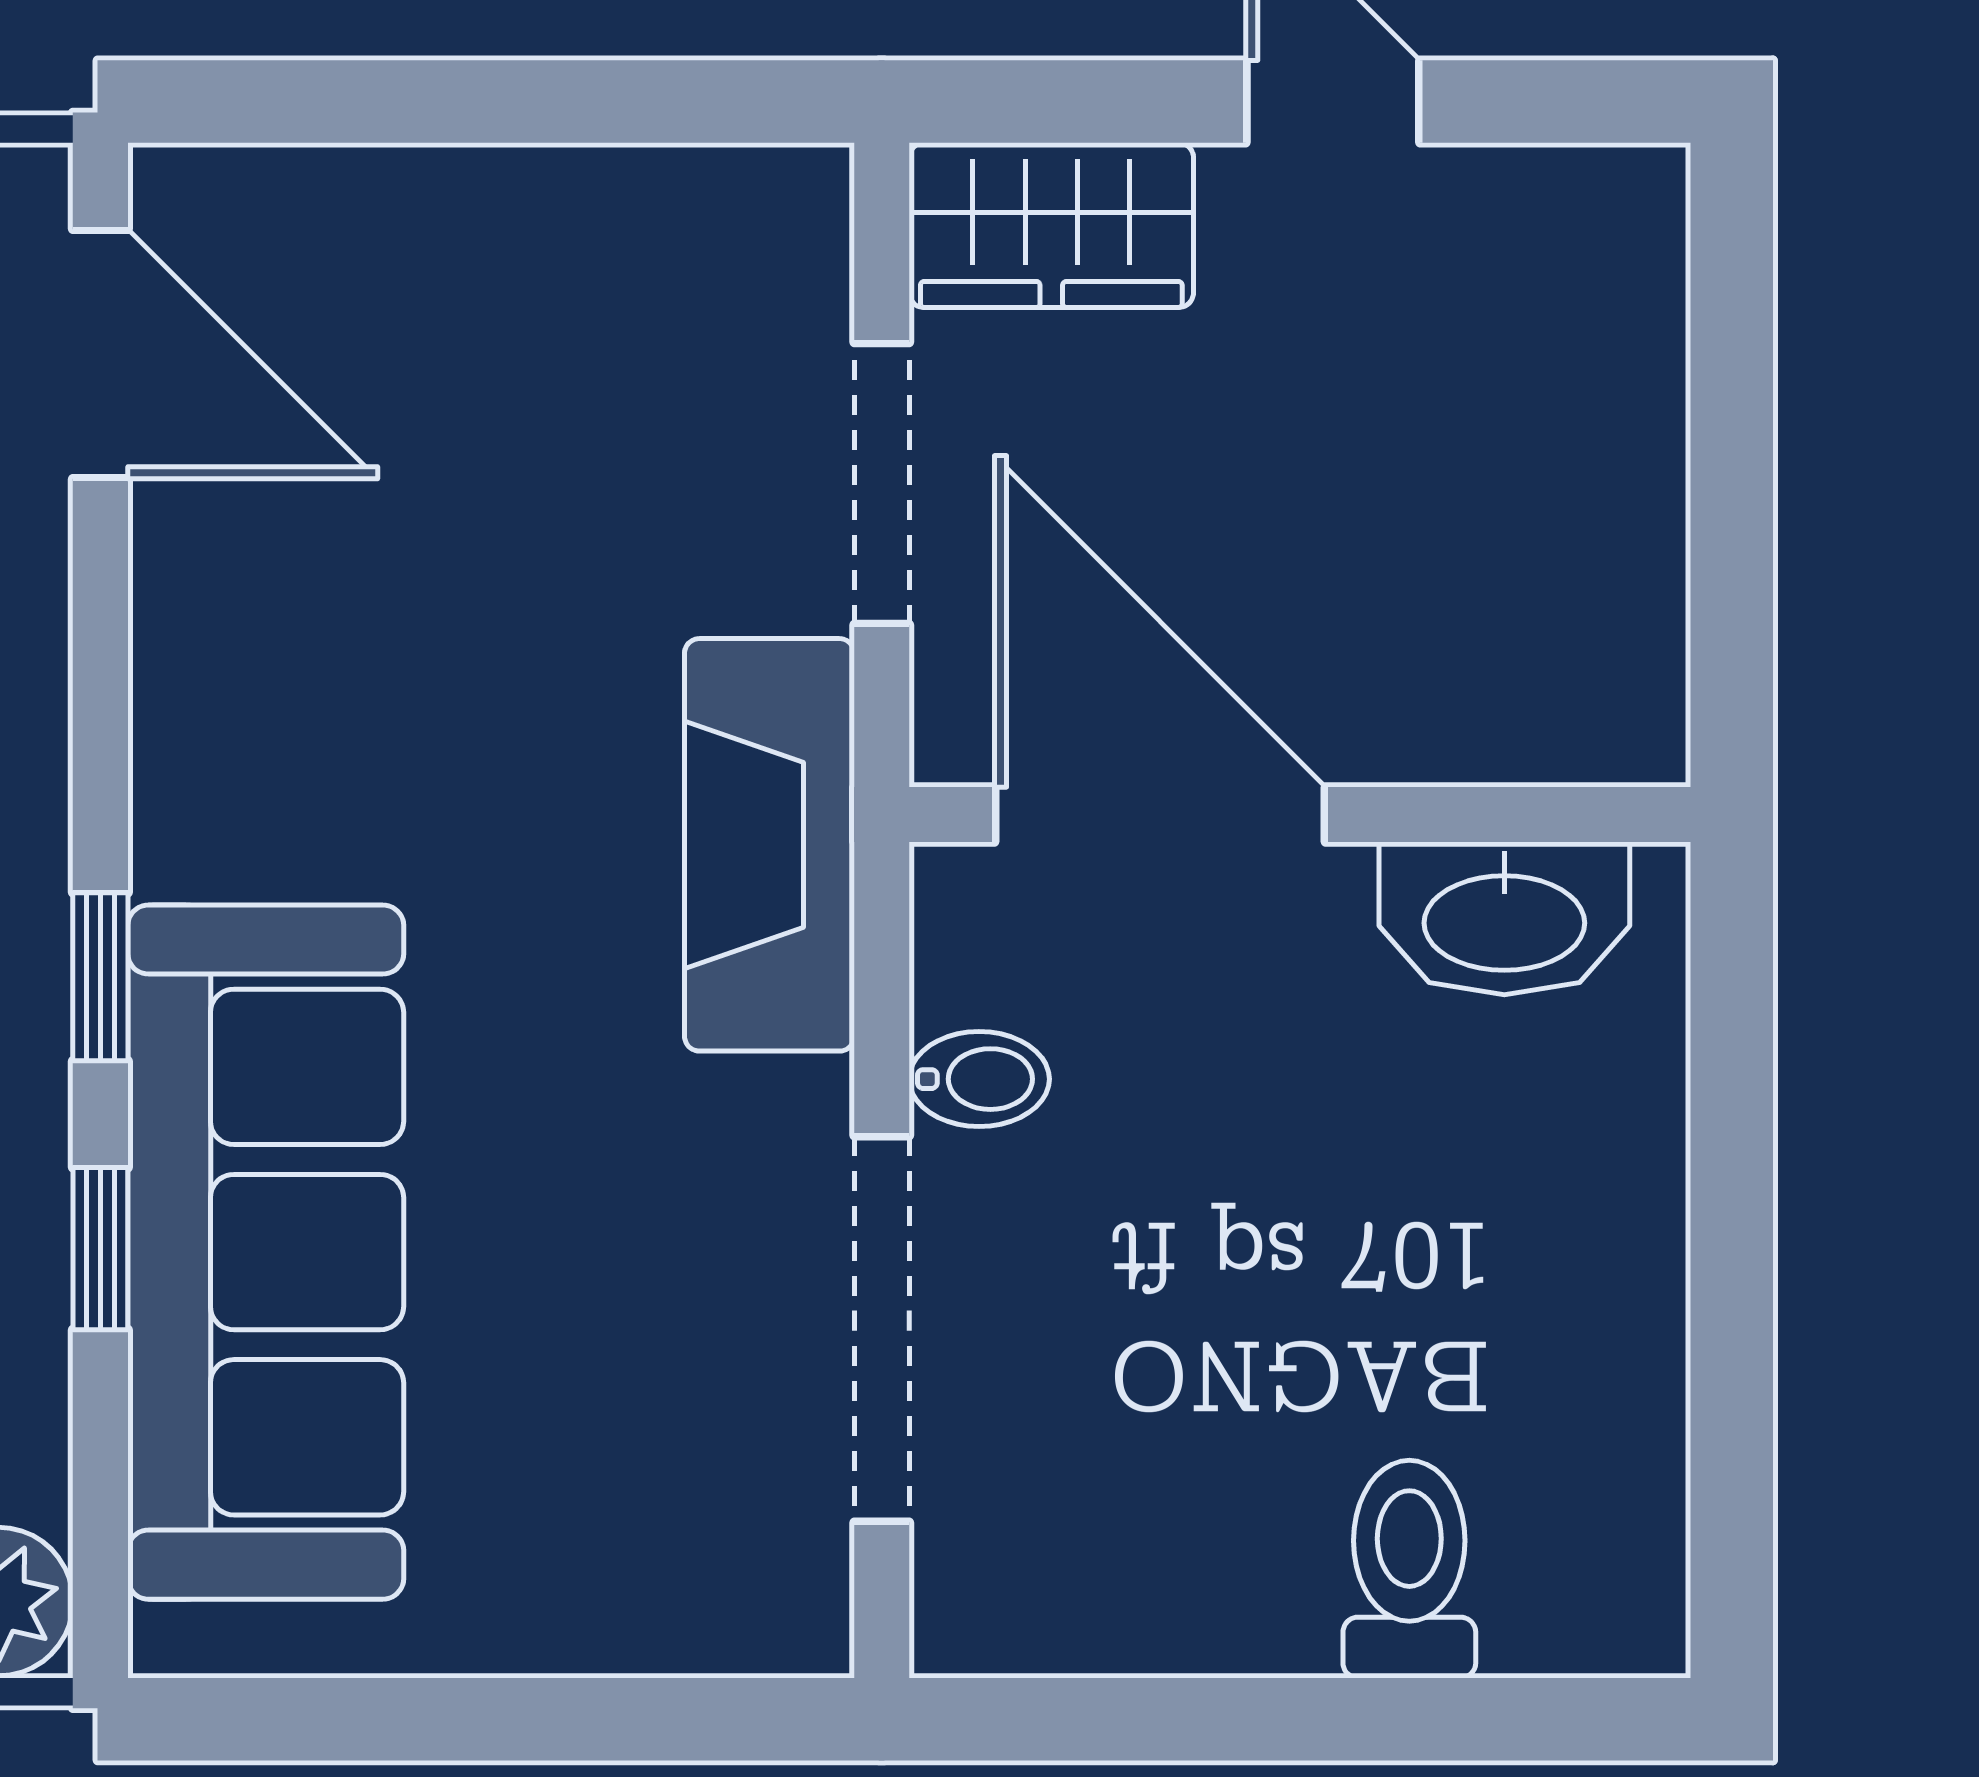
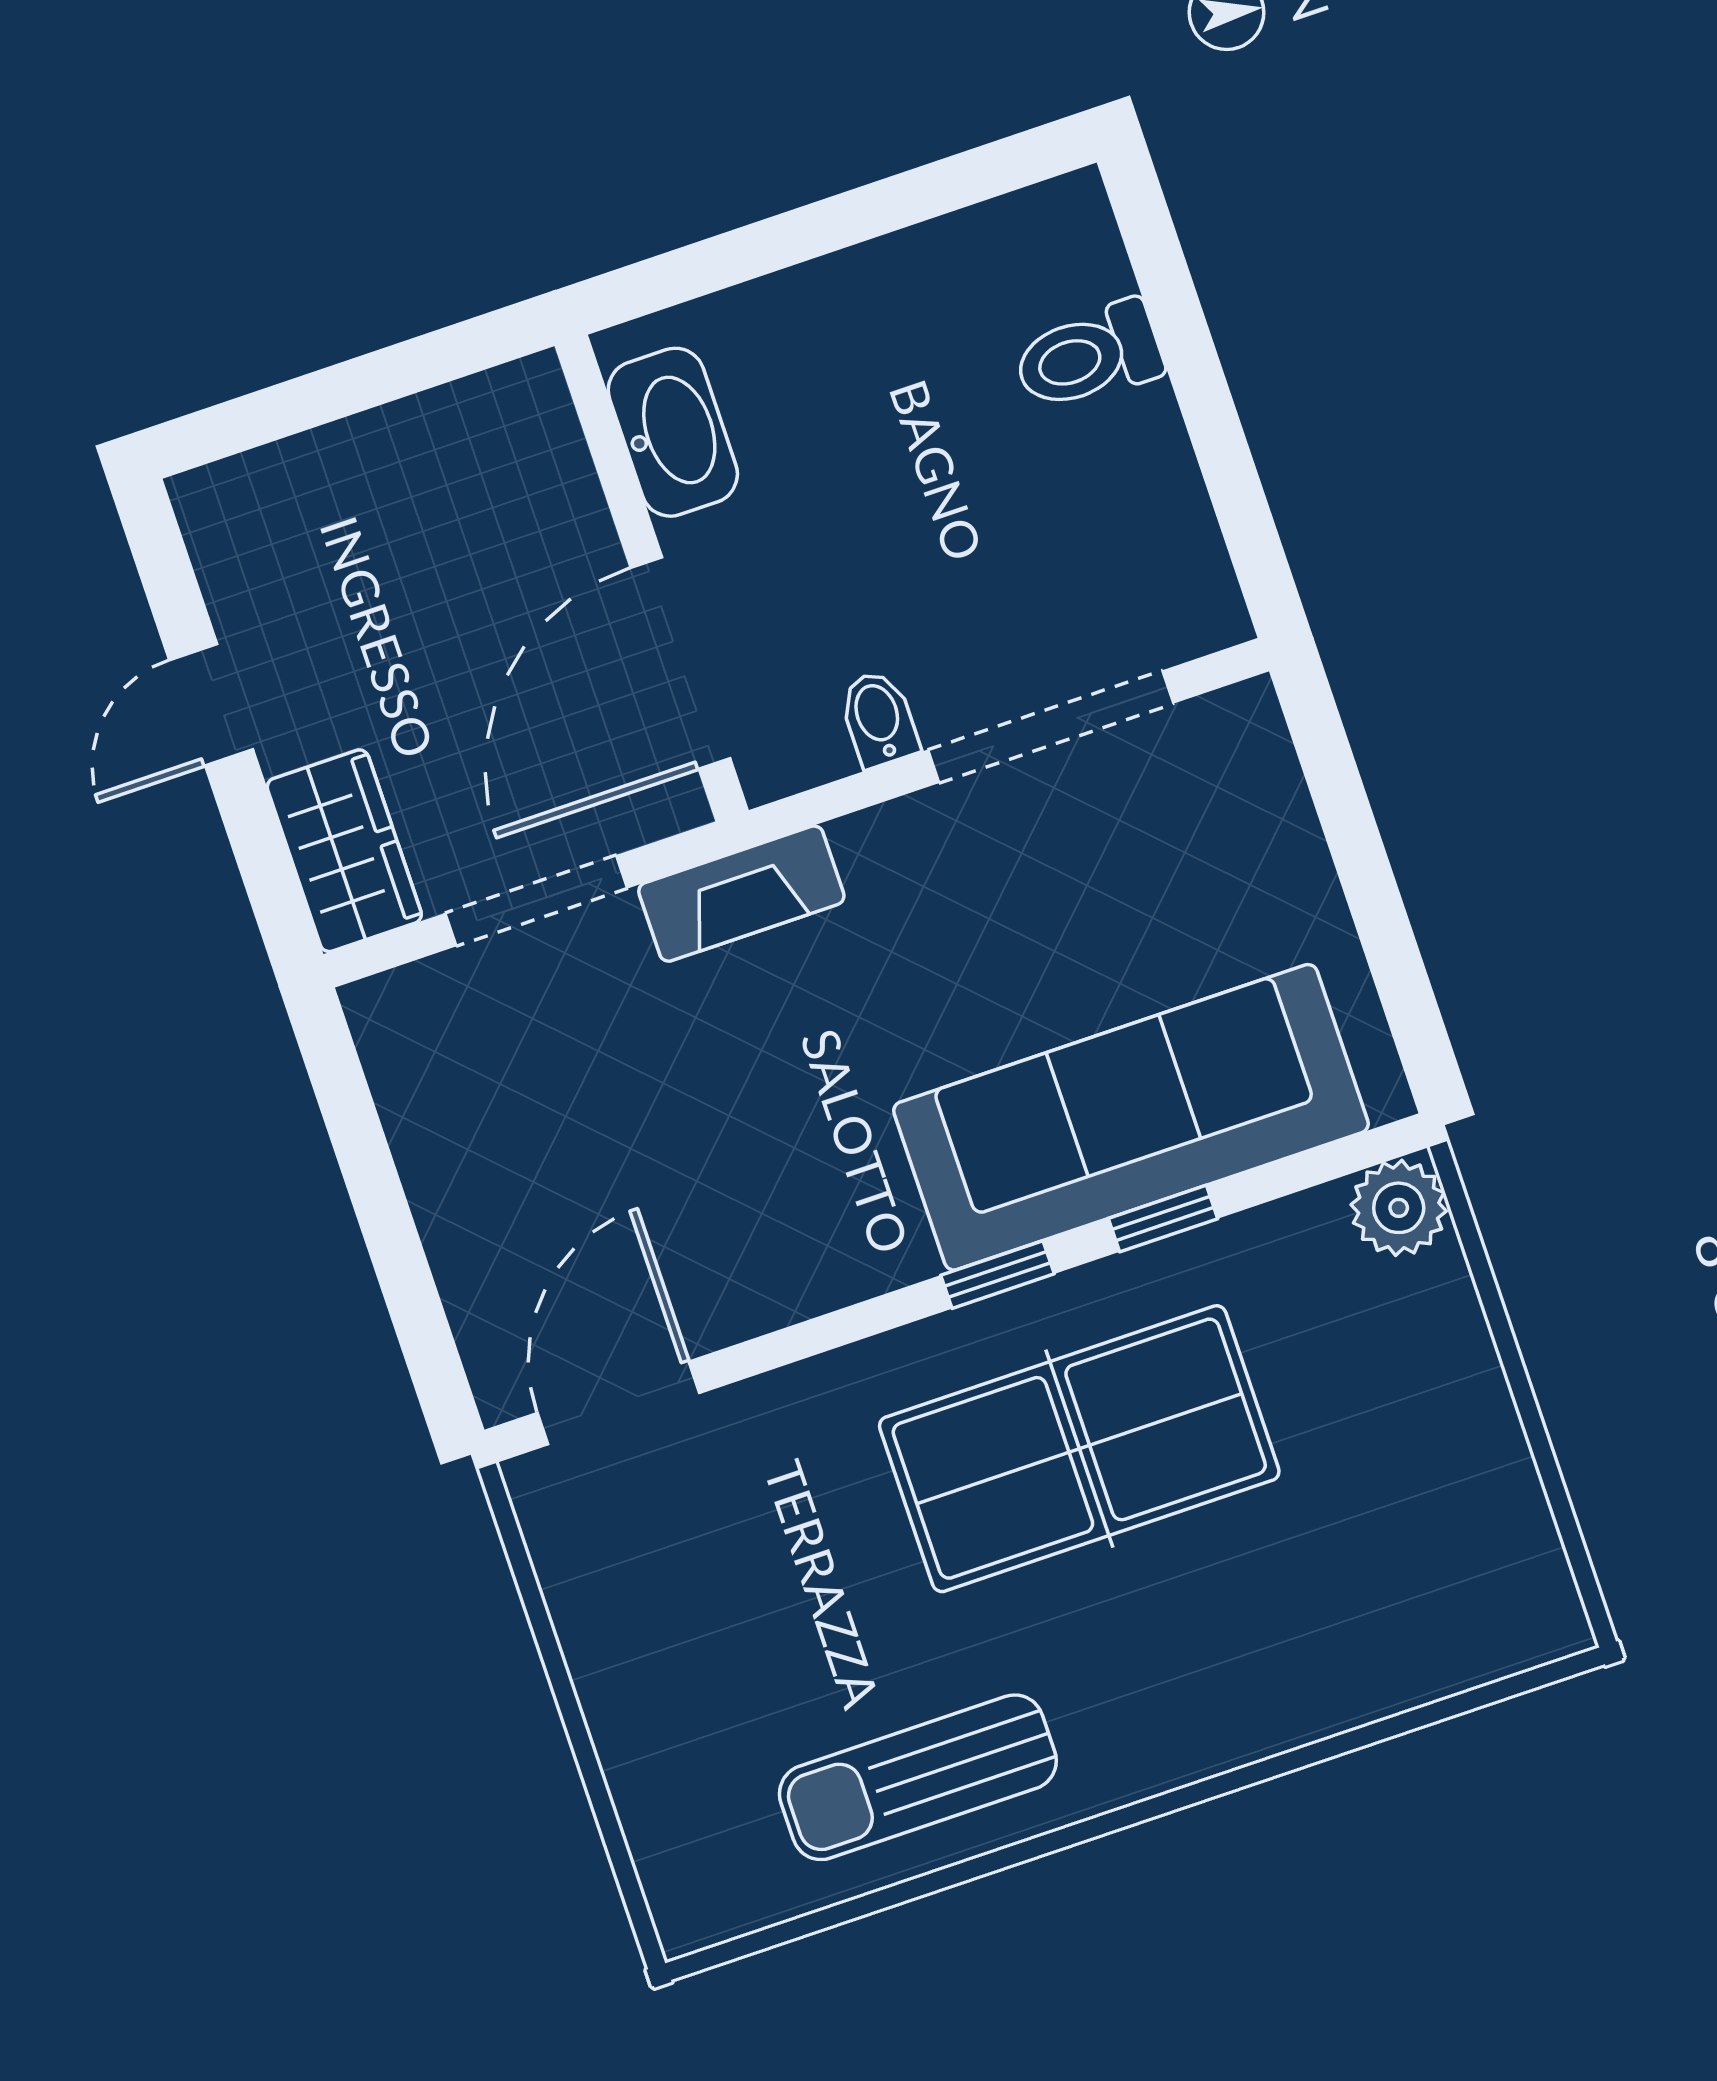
fireplace: (769, 845) -> (741, 894), width x0.73, depth x0.76

